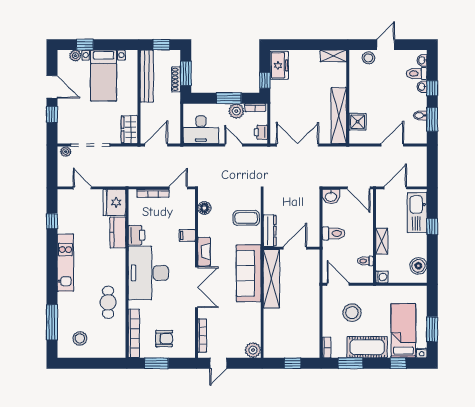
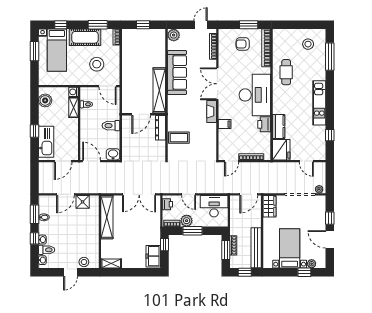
shower: (358, 122) -> (83, 202), moved
floor lamp: (204, 208) -> (211, 145), removed
shelving: (382, 241) -> (74, 107), moved
sofa: (249, 273) -> (177, 72), moved

